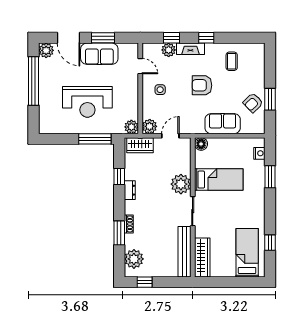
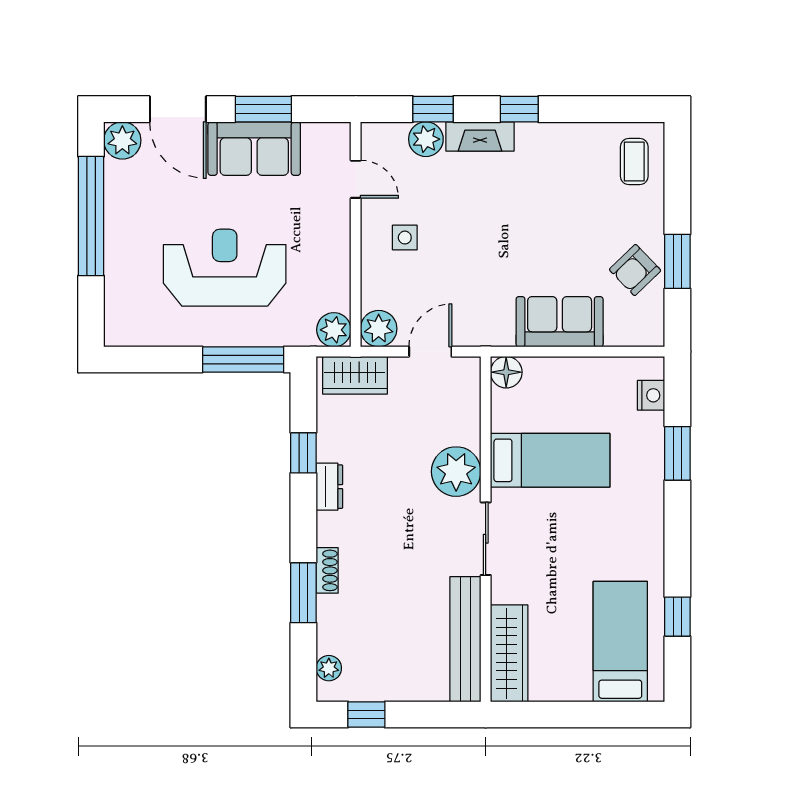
coffee table: (232, 61) -> (634, 162), moved
armchair: (202, 85) -> (509, 227), removed
reception desk: (87, 102) -> (225, 268), turned 180
plant: (134, 259) -> (329, 668), width x0.53, depth x0.53

